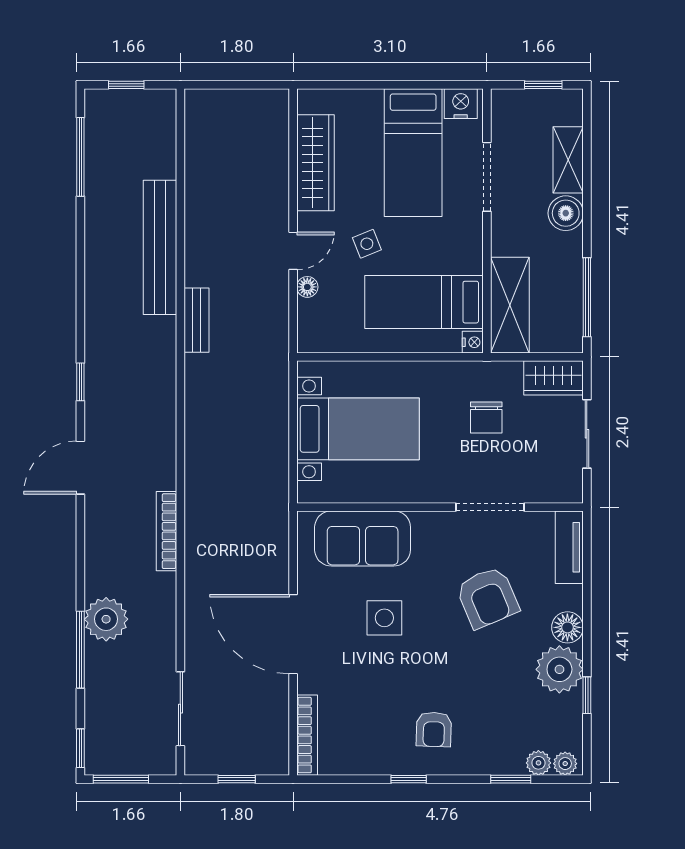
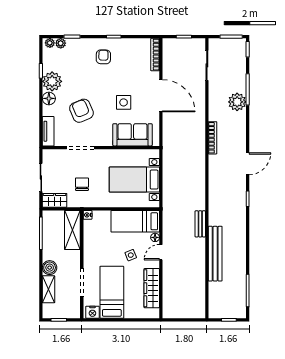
bed: (424, 302) -> (135, 221), moved, turned 180

